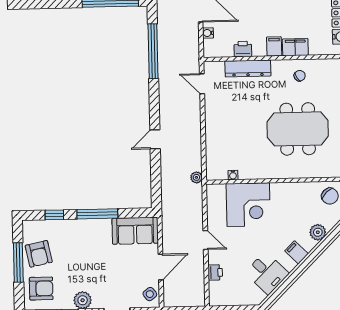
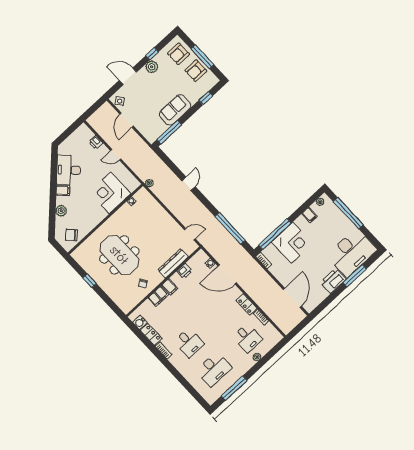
meeting table: (298, 129) -> (119, 255), turned 90
window: (97, 214) -> (169, 132), moved
sofa: (135, 231) -> (175, 110), moved
armchair: (39, 254) -> (196, 71), turned -78
desk: (267, 273) -> (69, 170), width x1.37

